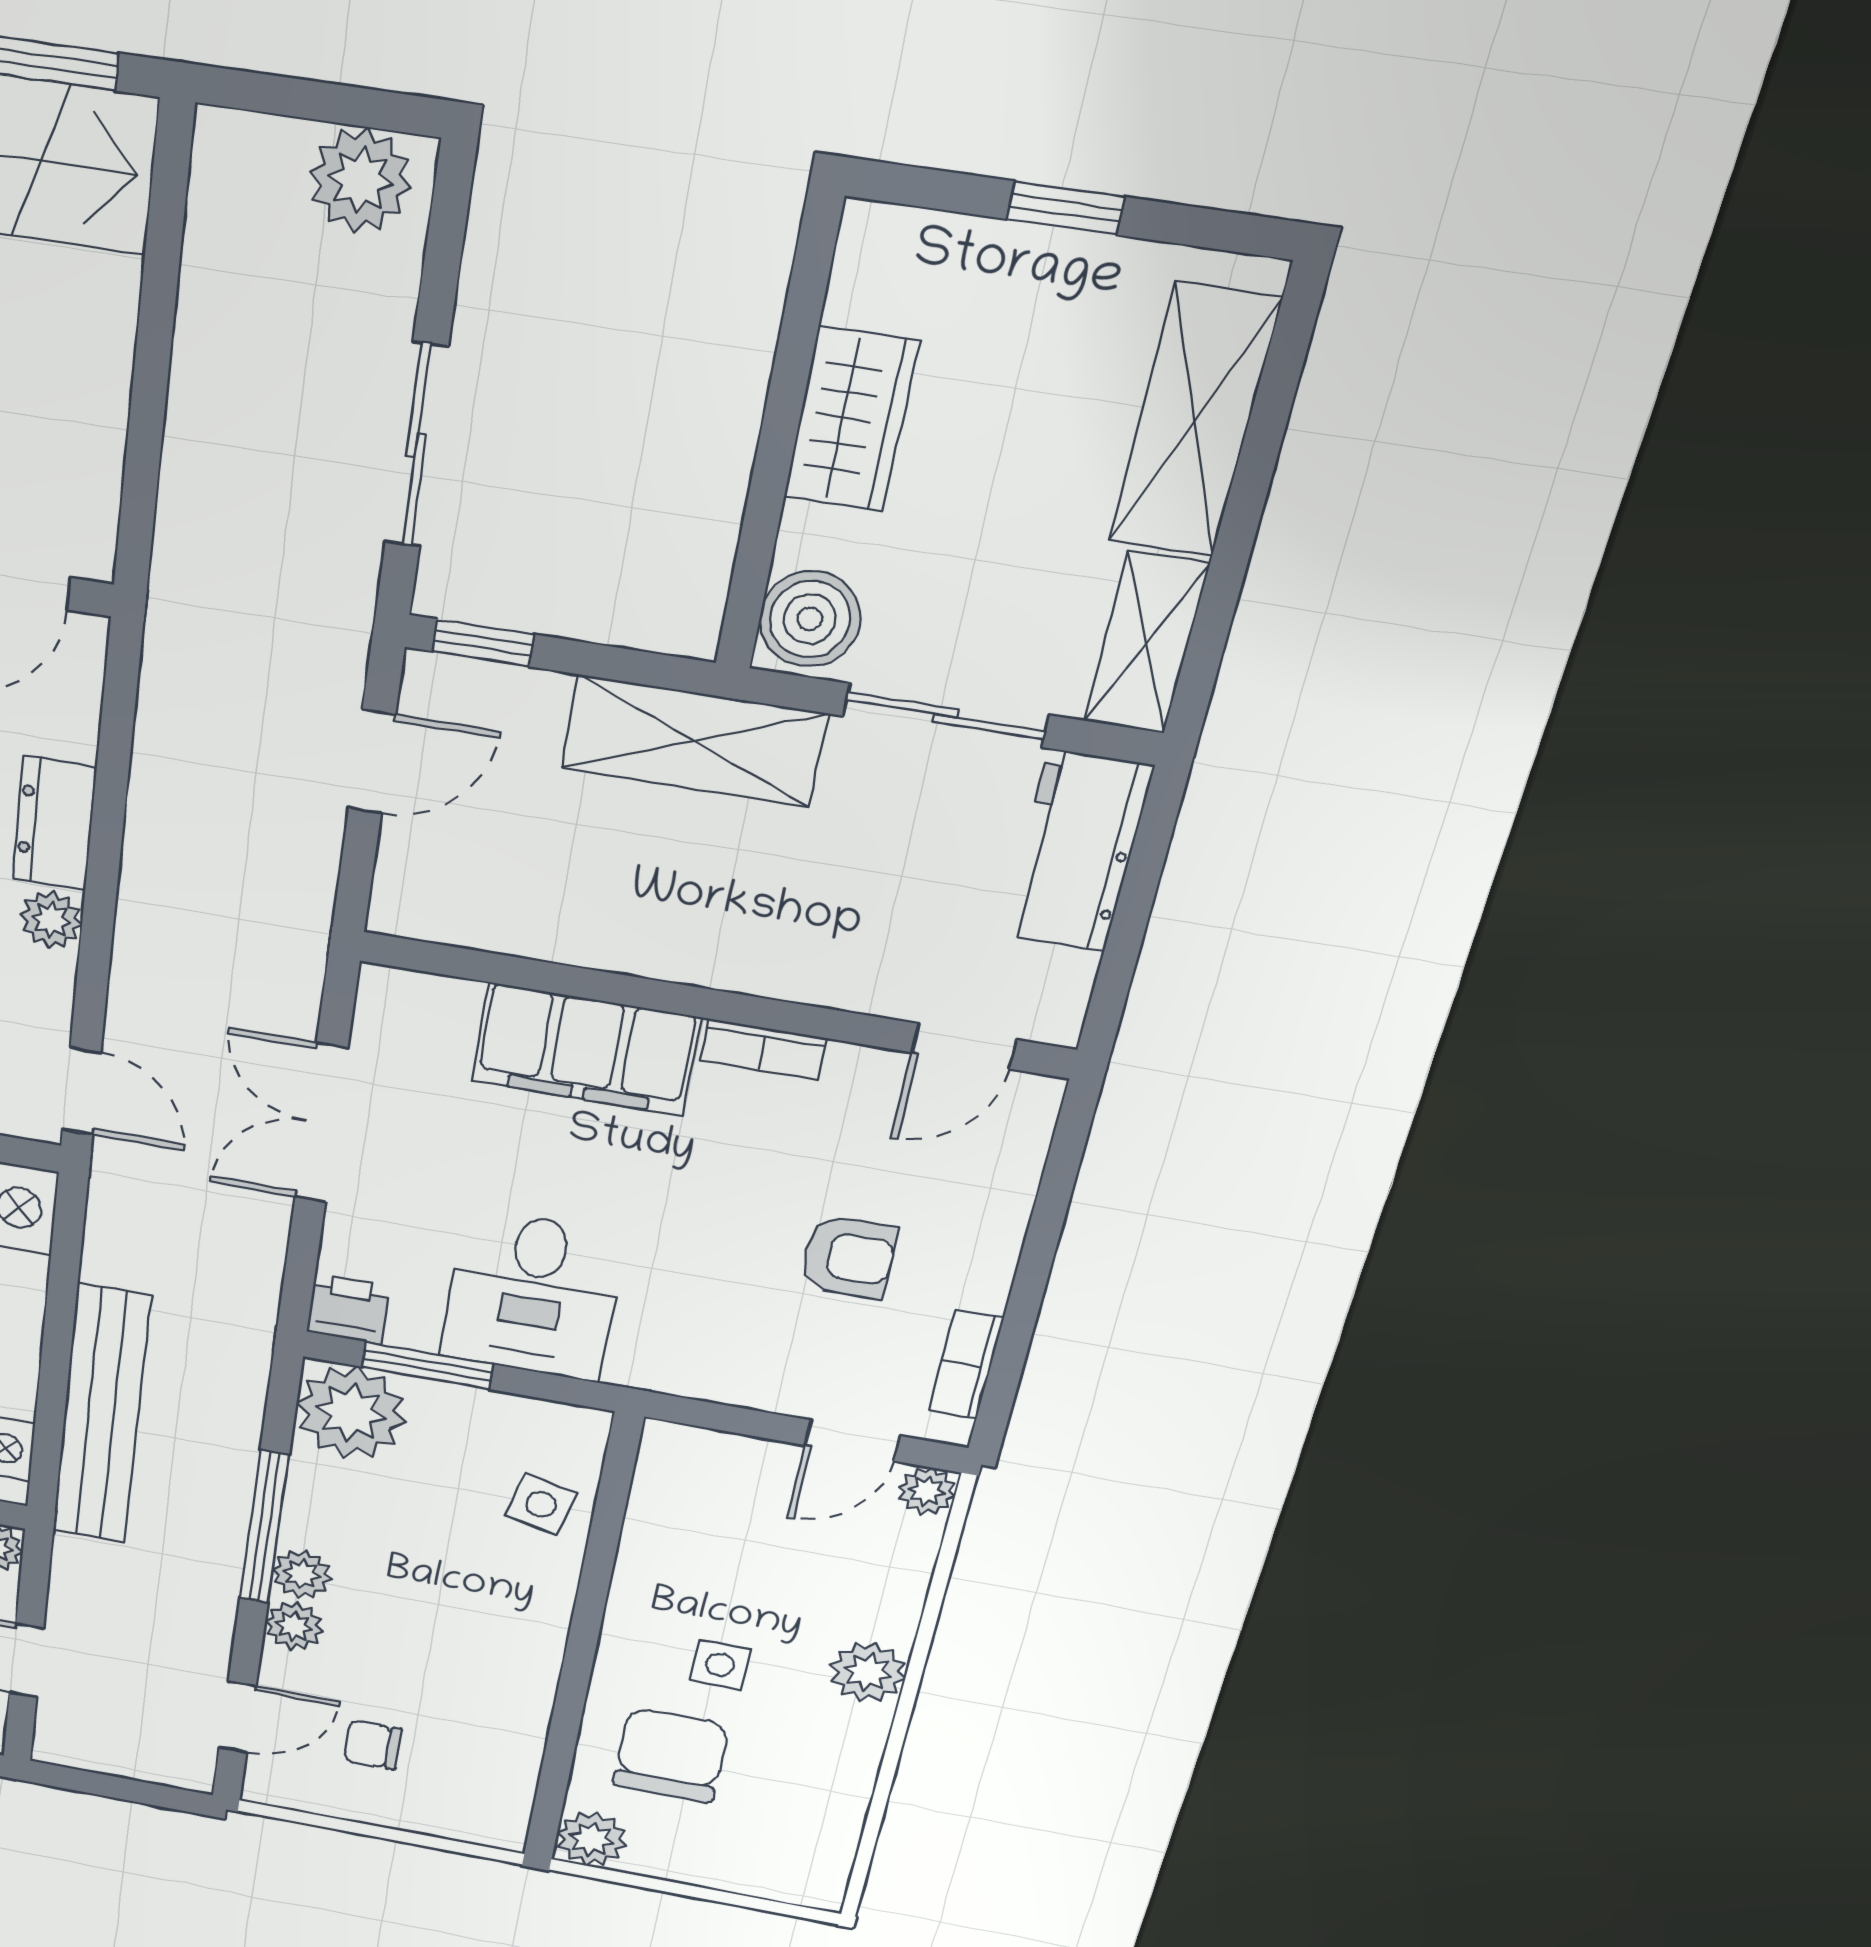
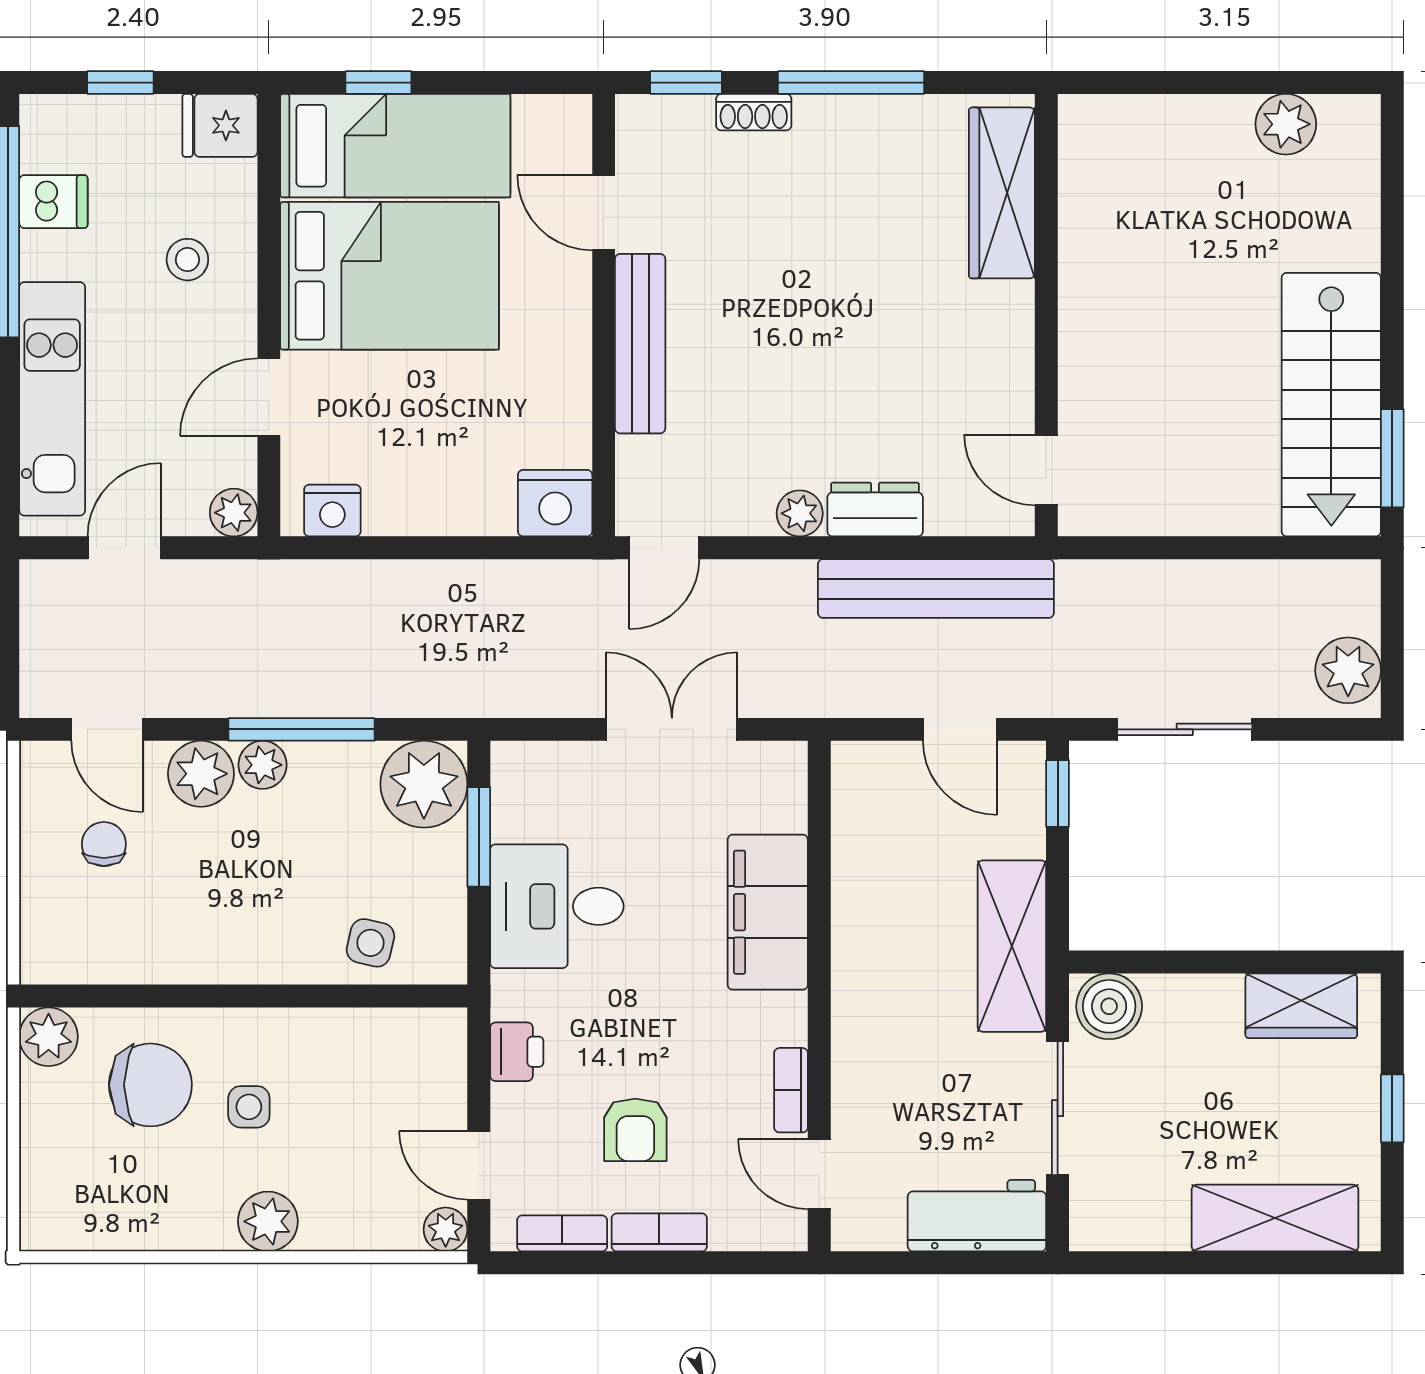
wardrobe: (851, 419) -> (1301, 1006), moved
shelving: (1146, 643) -> (1128, 1225), removed
bookcase: (763, 1049) -> (791, 1090), moved
bookcase: (994, 1253) -> (659, 1232), added
printer: (348, 1309) -> (517, 1052), moved
bench: (101, 1415) -> (936, 589), moved
plant: (294, 1626) -> (201, 774), width x1.38, depth x1.38

